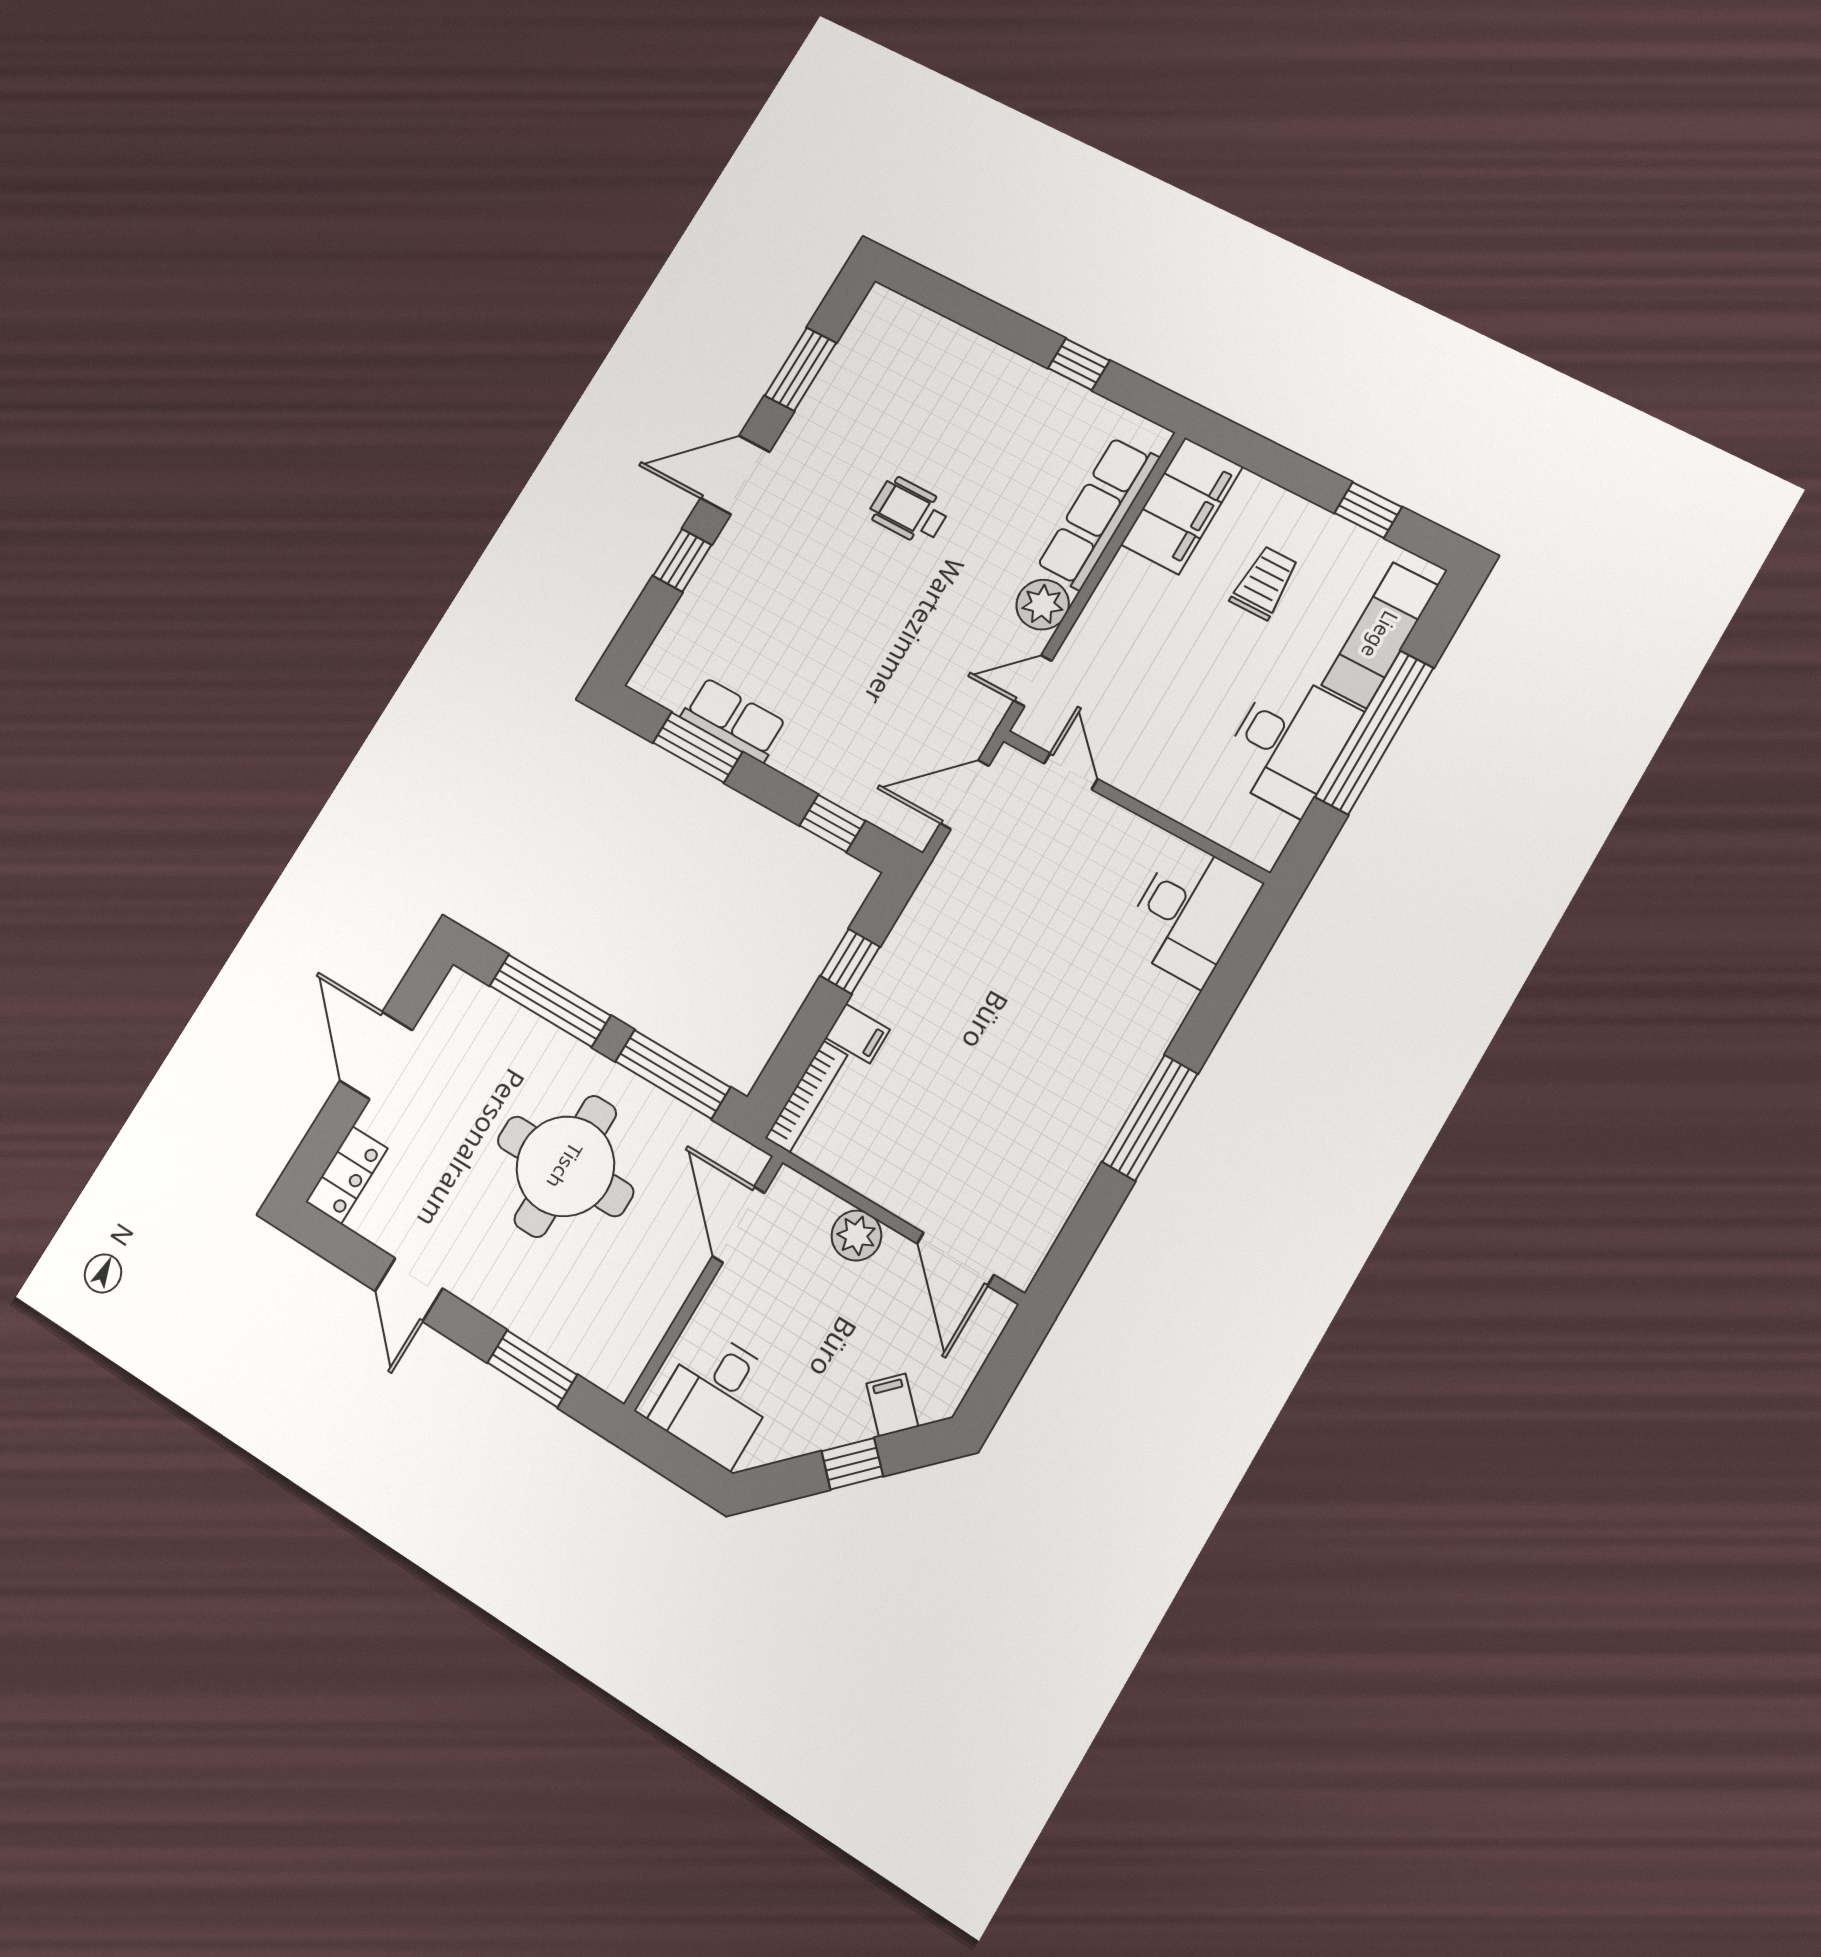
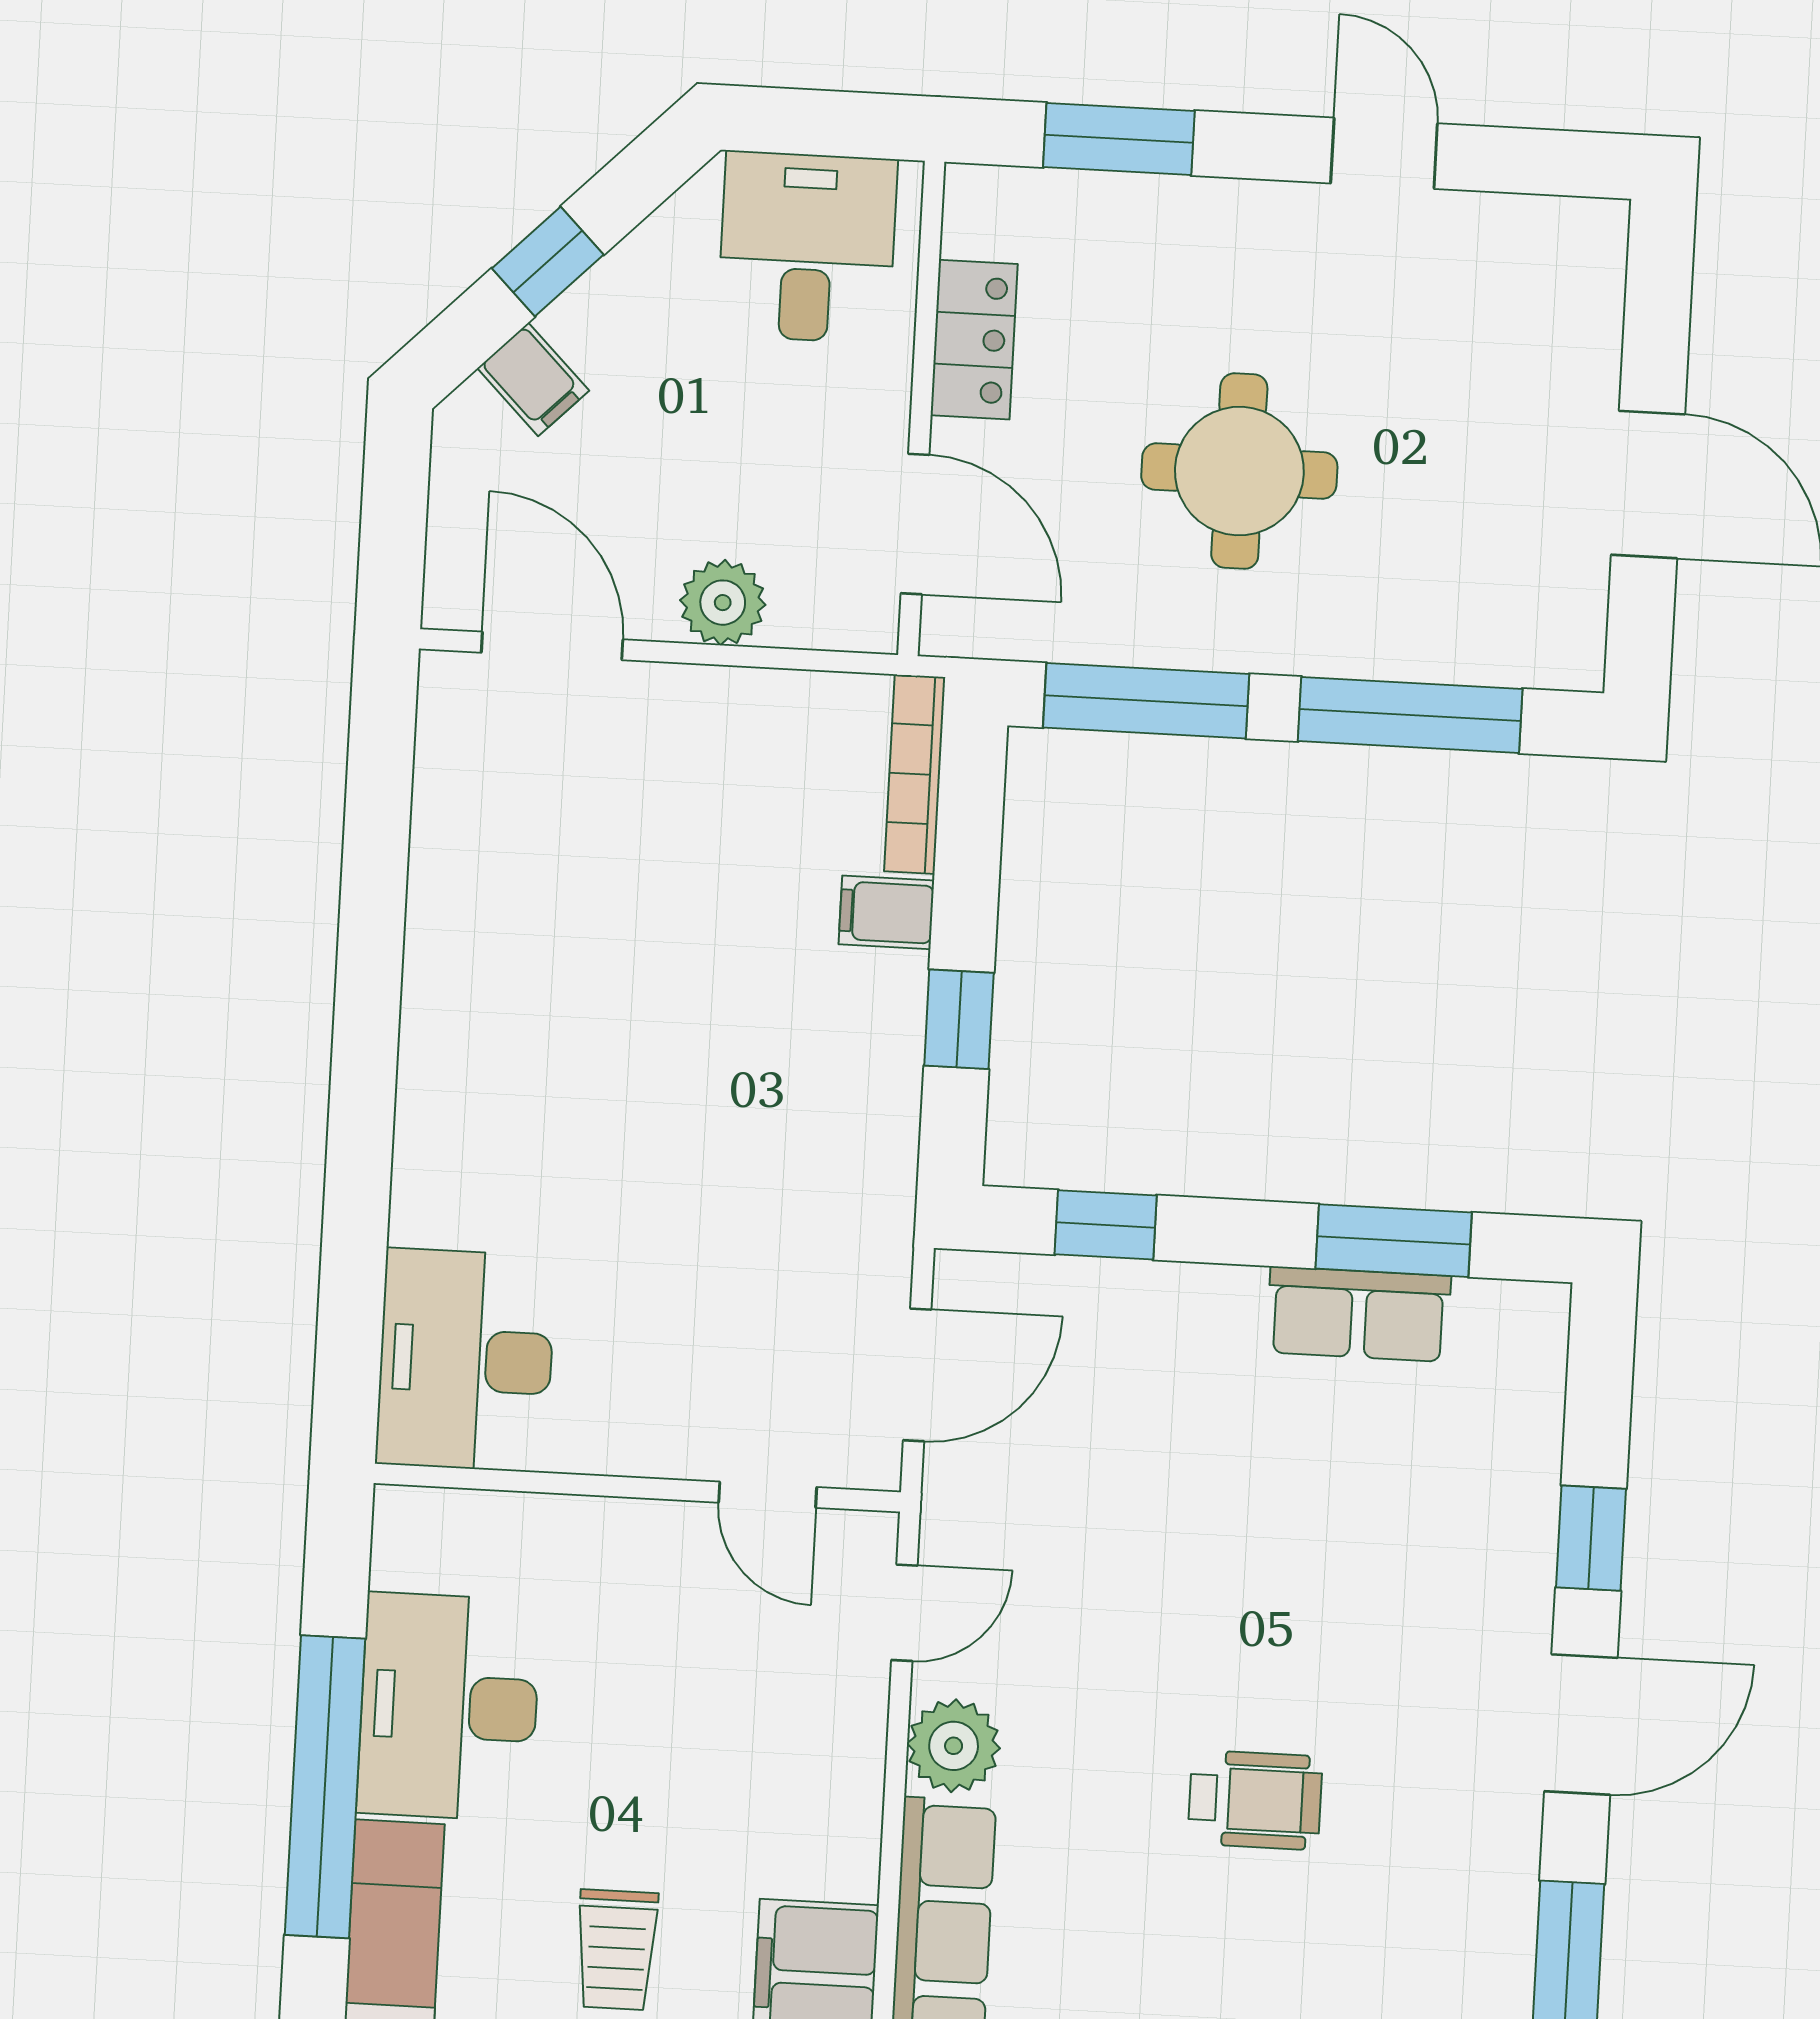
window: (1150, 1118) -> (367, 1012), removed
round table: (565, 1166) -> (1239, 471), width x0.73, depth x0.73
locker: (347, 1175) -> (974, 340), moved, turned 180

